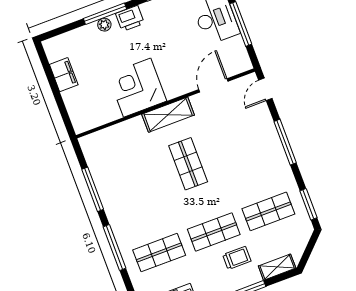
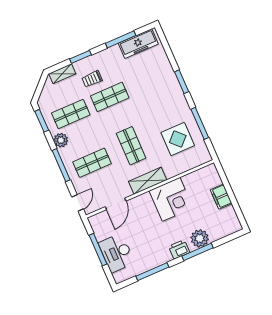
plant: (104, 25) -> (200, 238), width x1.88, depth x1.88
filing cabinet: (64, 75) -> (221, 197), moved
display table: (124, 169) -> (178, 139), added
plant: (284, 176) -> (61, 140), added
window: (114, 247) -> (182, 82), width x0.69
shop shelf: (159, 253) -> (92, 163), moved

